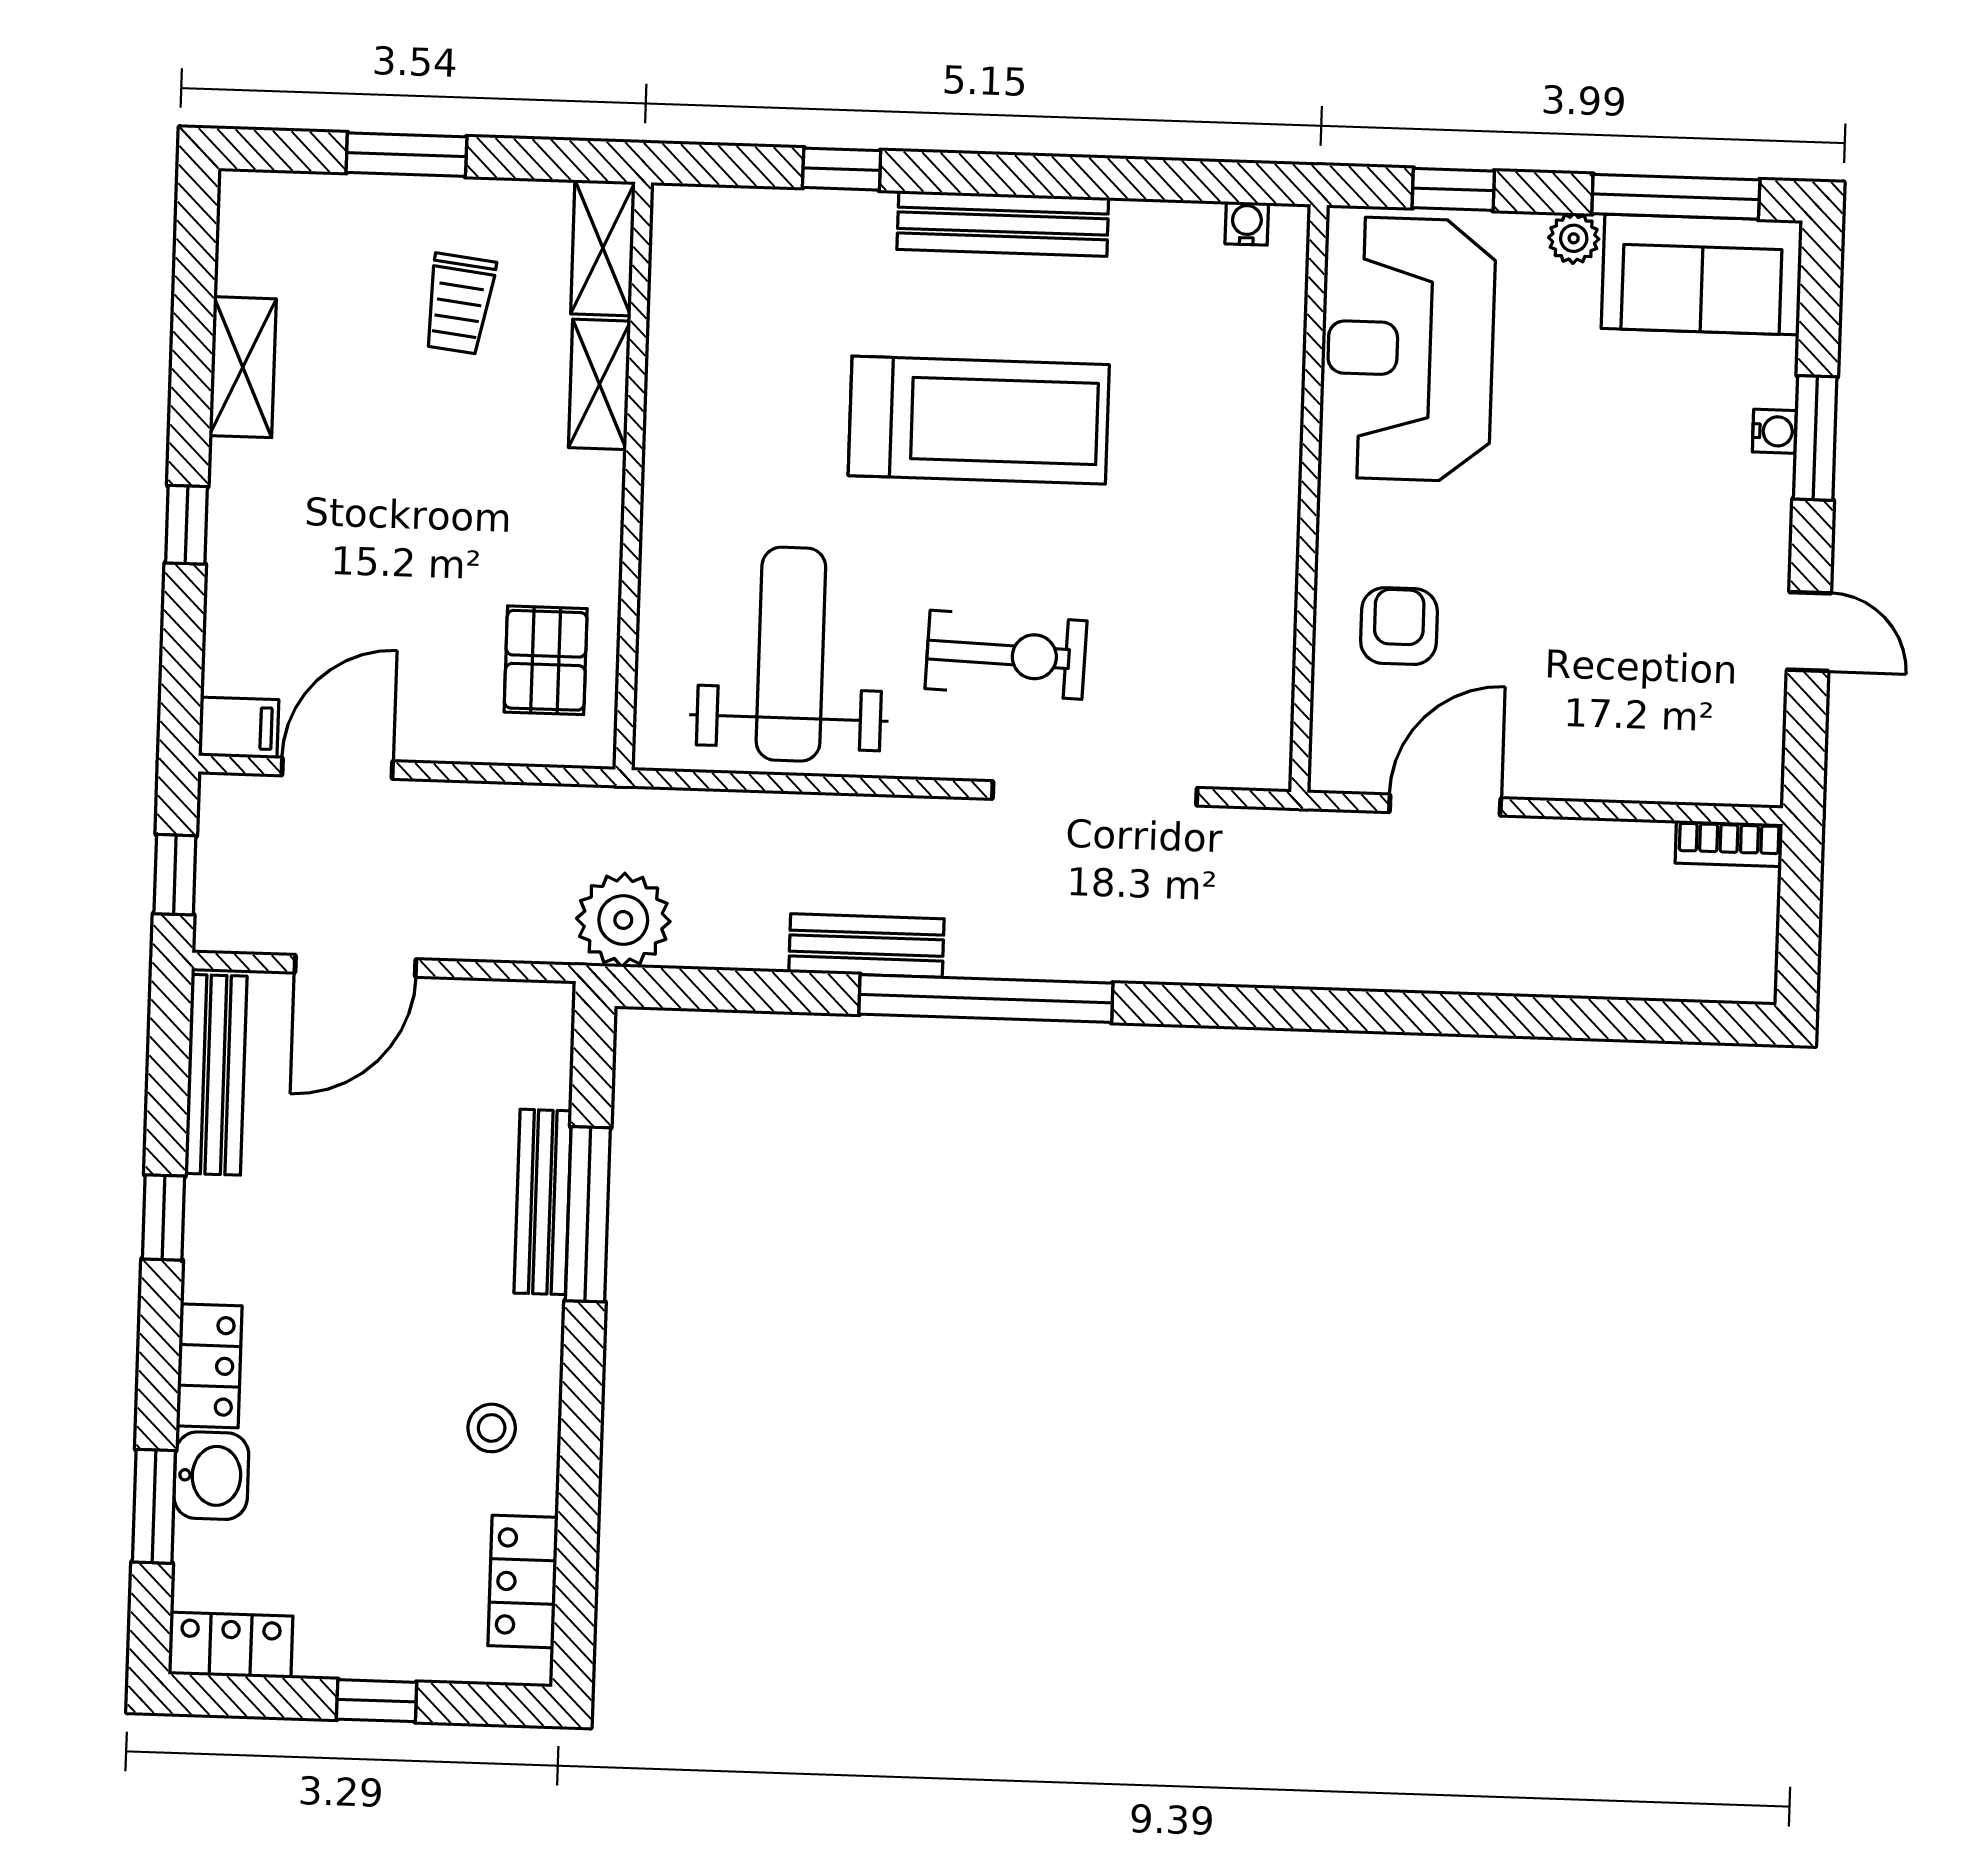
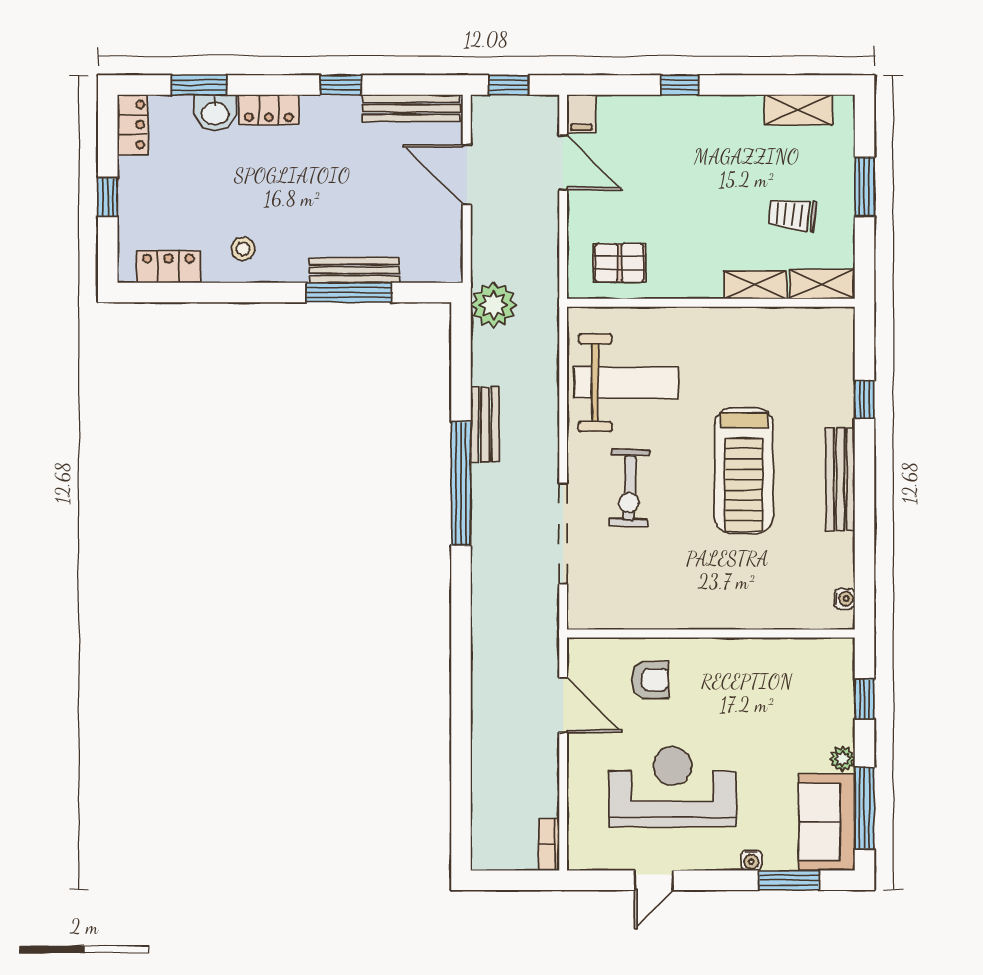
reception desk: (1410, 349) -> (672, 787), moved
shelving: (243, 367) -> (799, 110), moved
window: (1815, 438) -> (789, 880), moved

